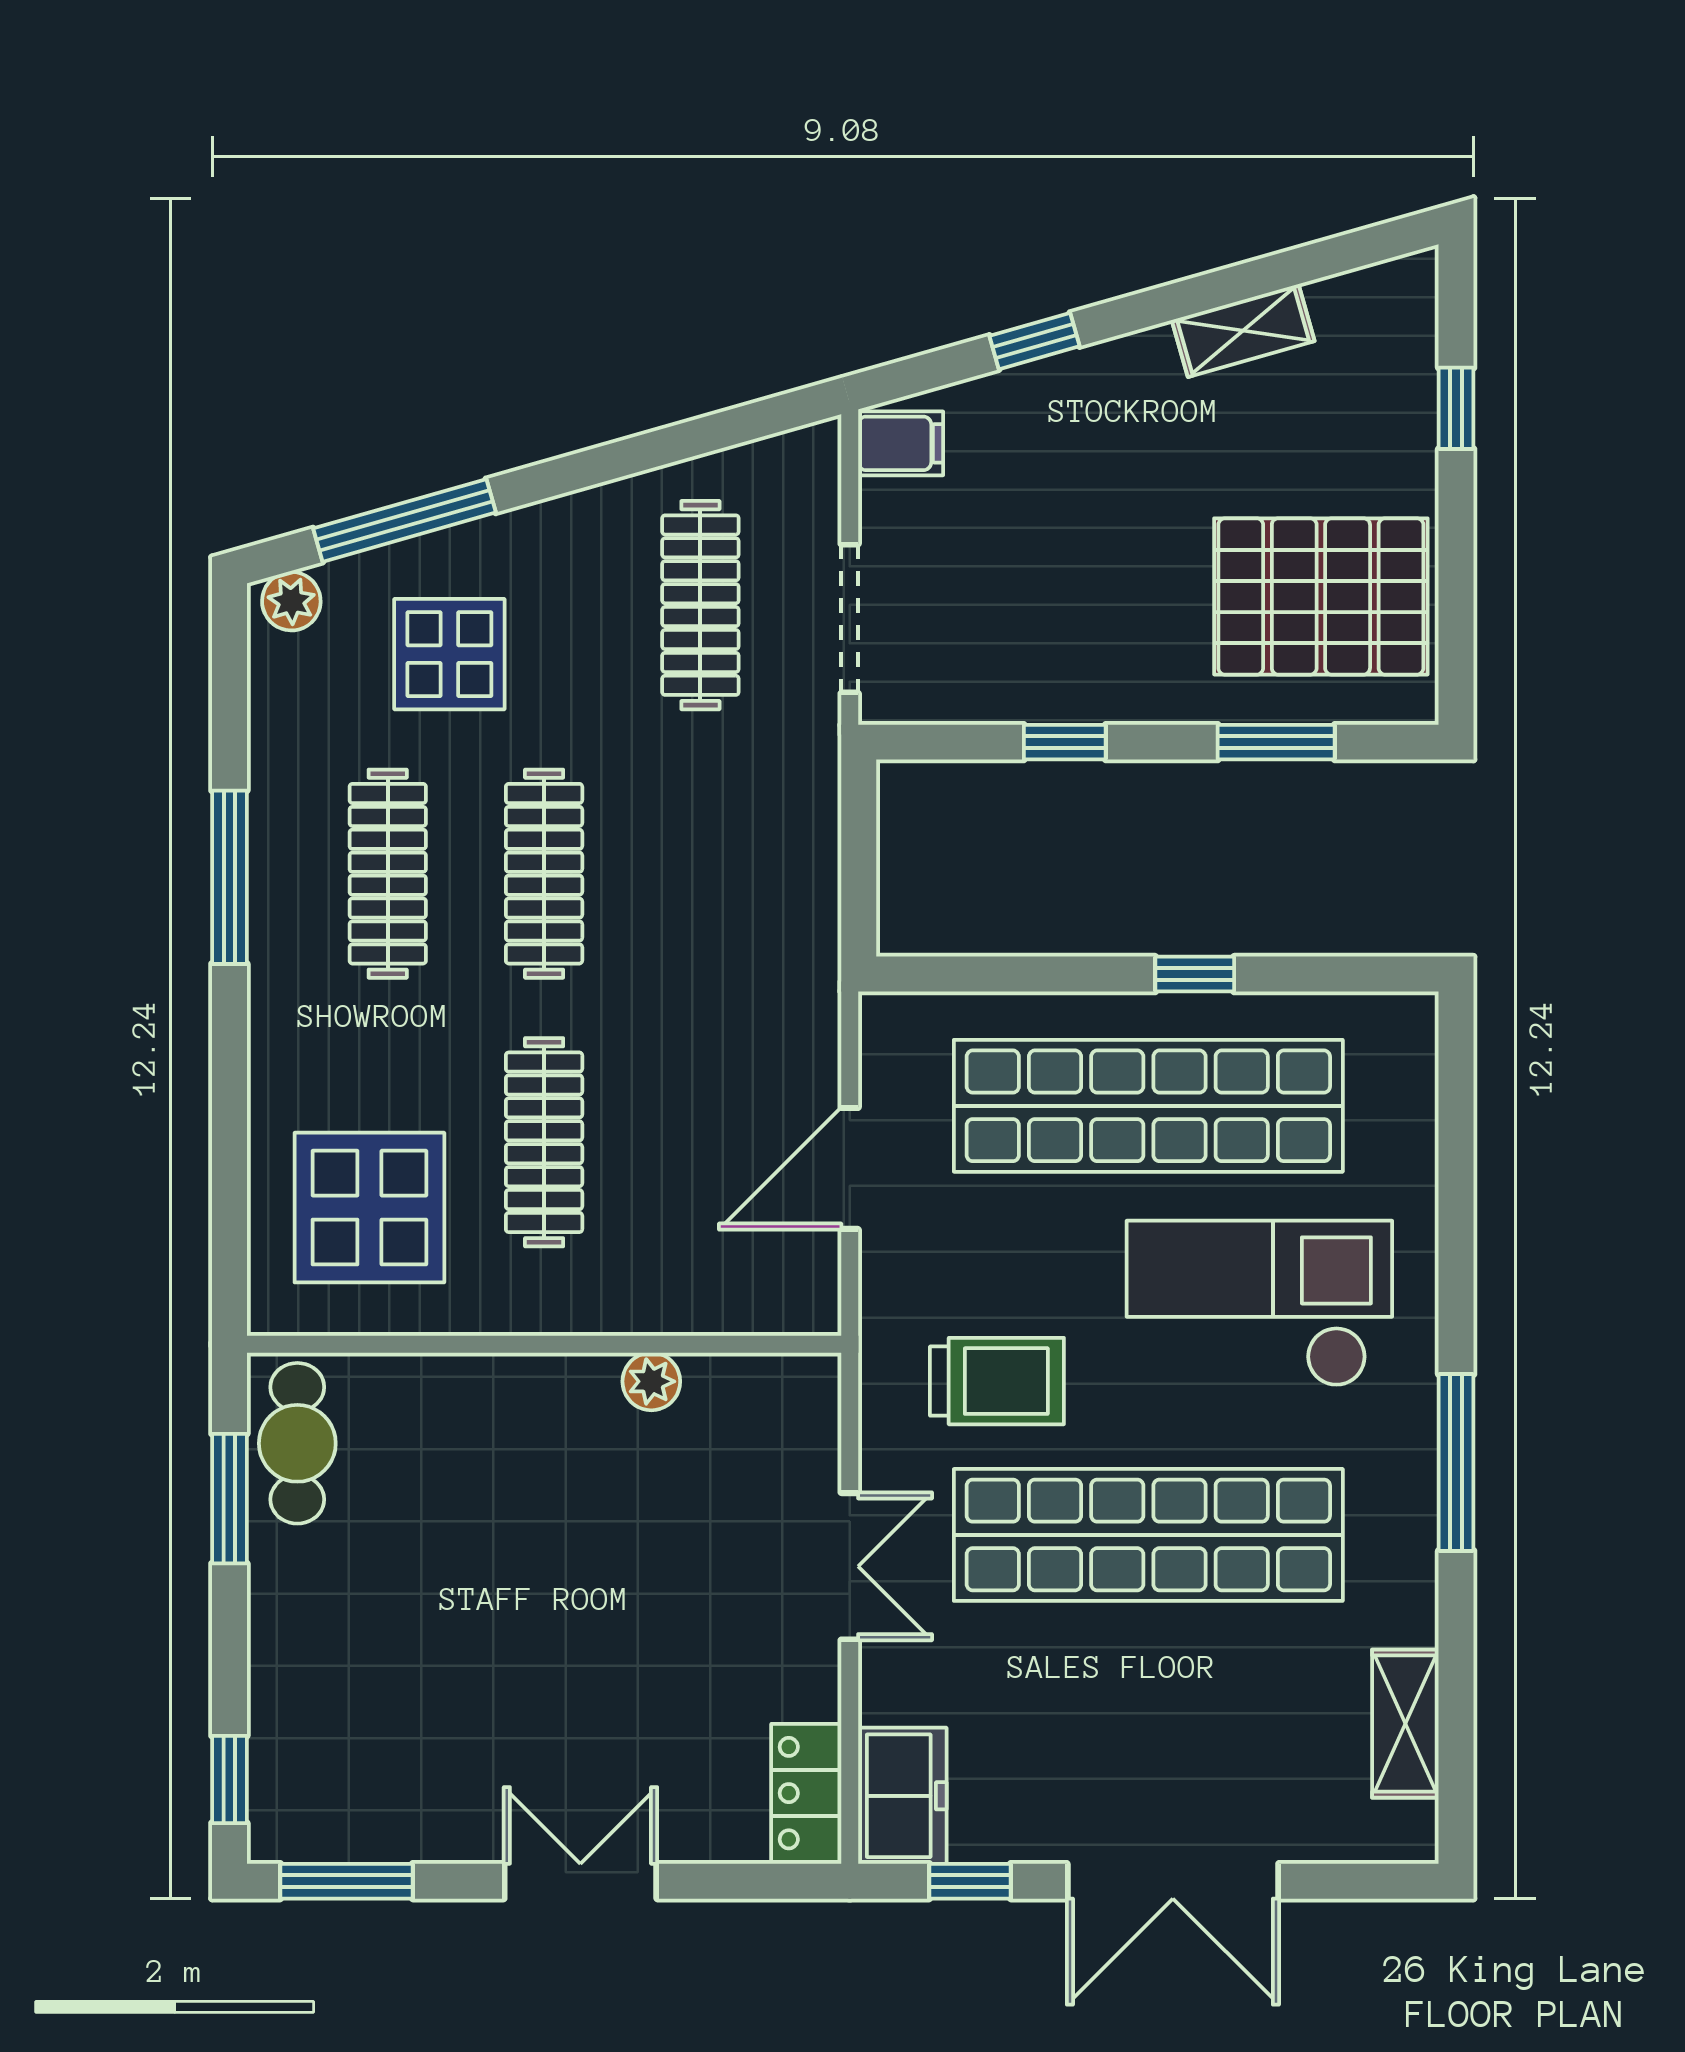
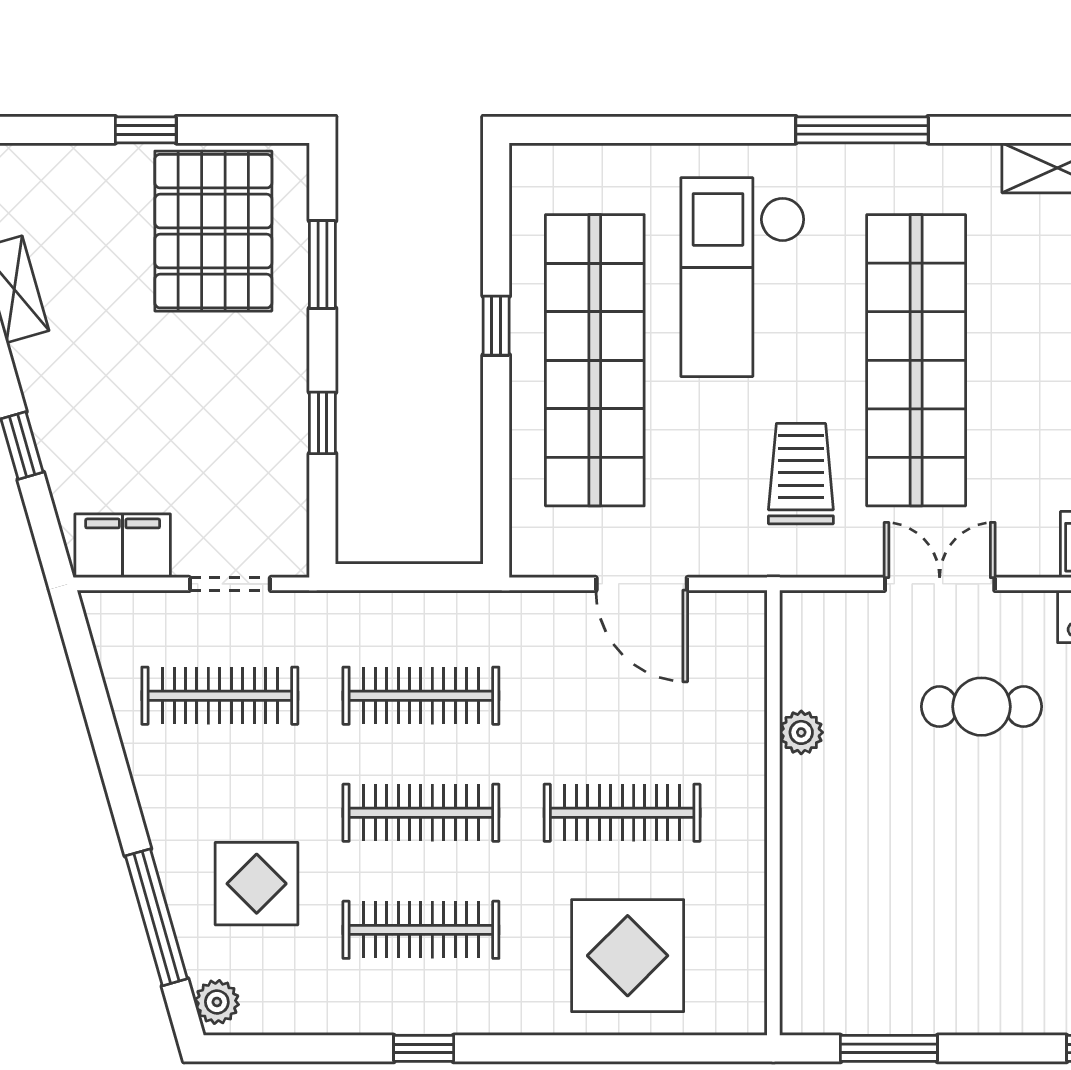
window: (1456, 408) -> (146, 130), moved
filing cabinet: (901, 443) -> (123, 546), width x2.00
doorway: (850, 619) -> (230, 584), width x0.73
clothes rail: (700, 874) -> (421, 696), added
window: (229, 877) -> (424, 1048), width x0.46
display table: (369, 1208) -> (628, 956), moved
cafe table: (297, 1443) -> (981, 707), moved

